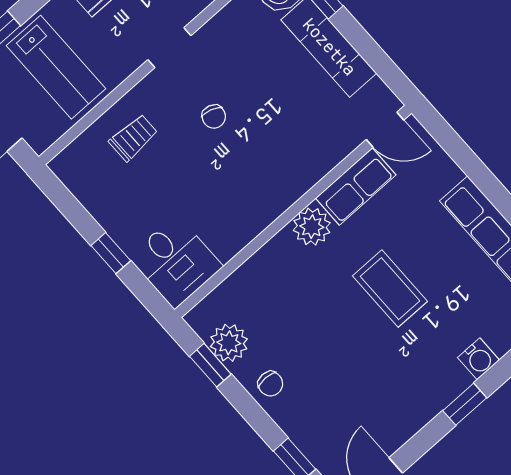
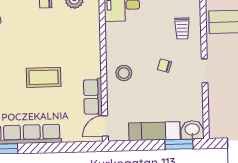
stool: (279, 170) -> (124, 73), added
plant: (312, 227) -> (92, 68), removed

